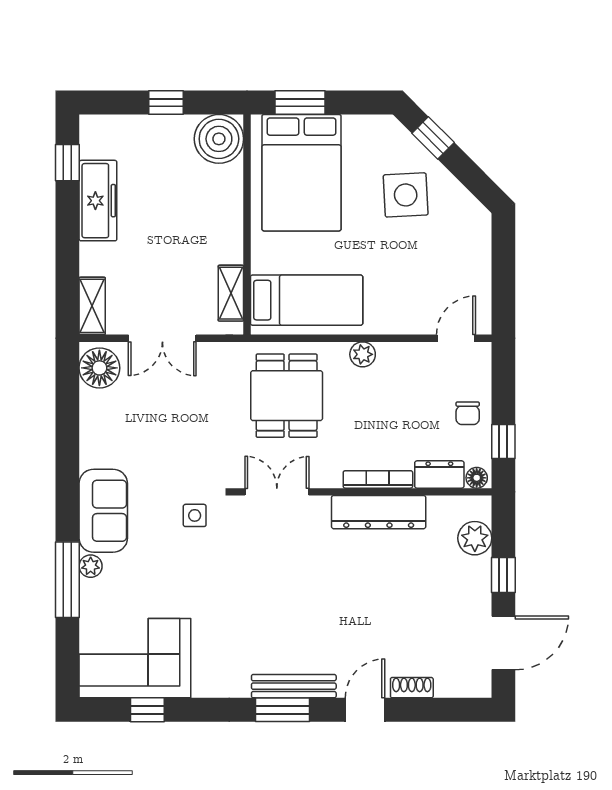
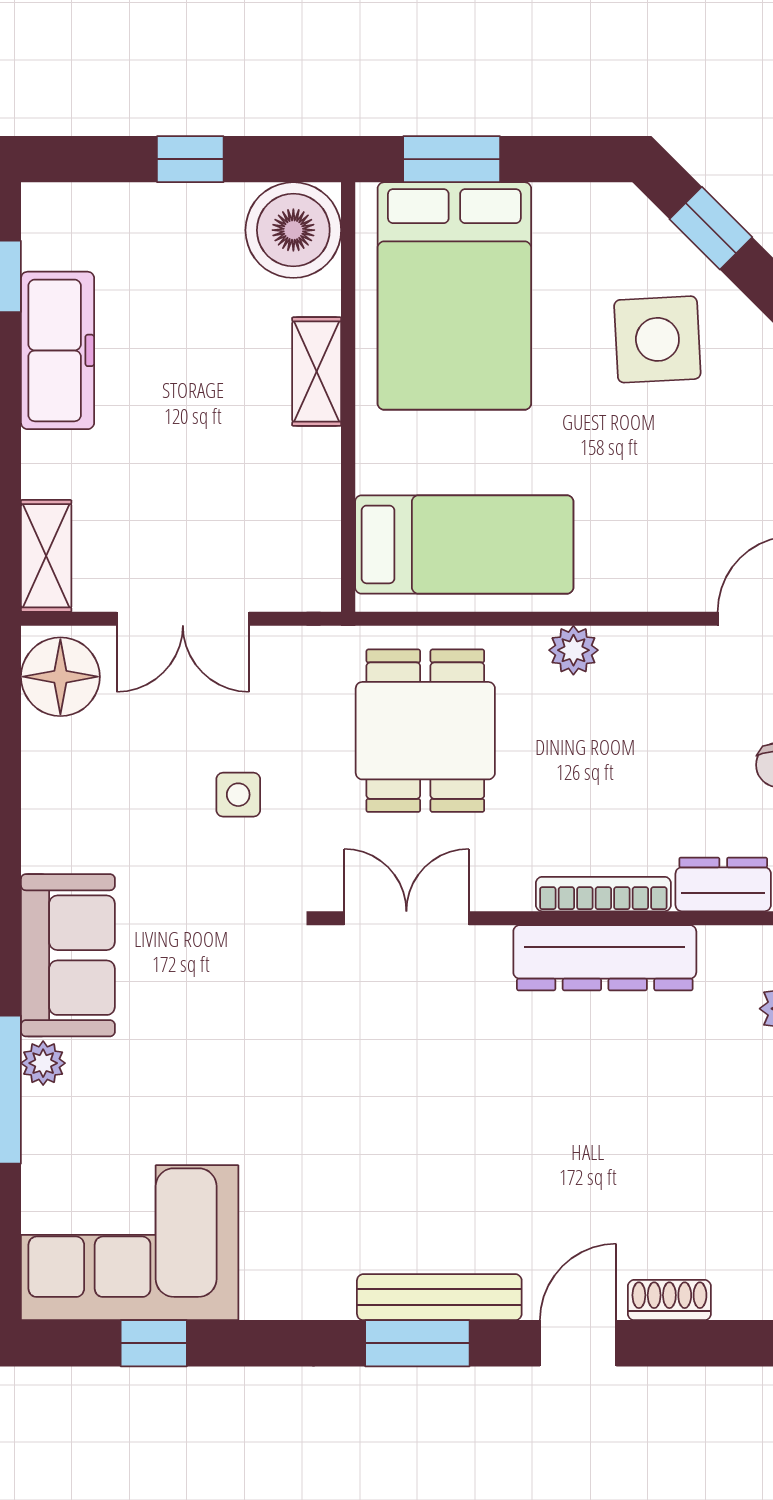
shelving: (231, 293) -> (317, 372), moved
side table: (195, 515) -> (238, 795), moved

